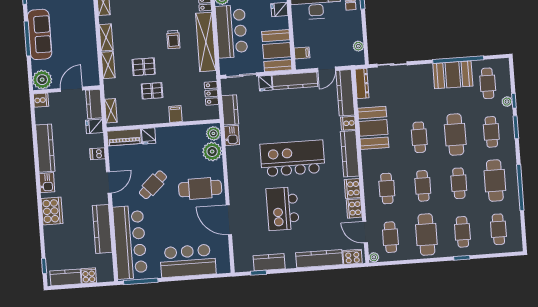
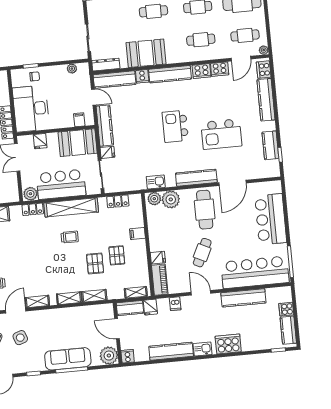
kitchen counter: (230, 110) -> (196, 178), moved, width x1.50
kitchen island: (292, 158) -> (175, 126), width x0.54, depth x0.78
cafe table: (153, 185) -> (202, 253), turned 69

